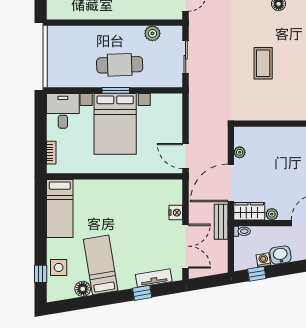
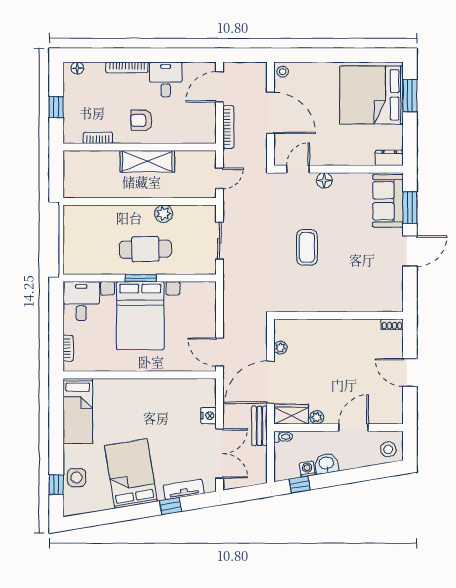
plant: (152, 33) -> (164, 214), moved
bed: (101, 265) -> (131, 473), width x1.50
floor lamp: (83, 289) -> (104, 502), removed

